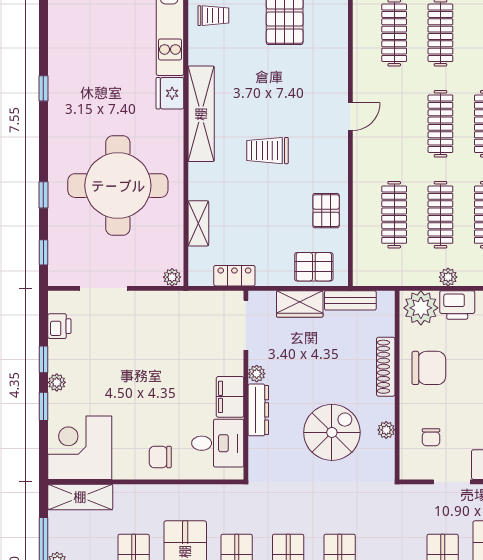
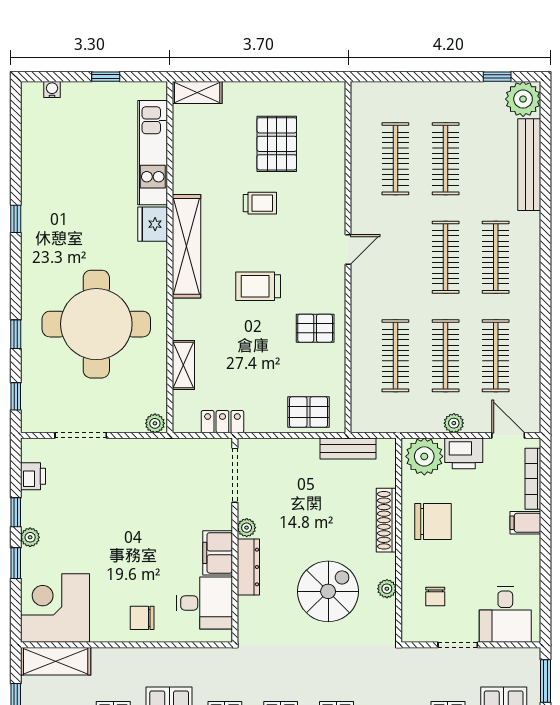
trolley: (213, 16) -> (260, 203), moved
pallet: (326, 211) -> (315, 328), moved, turned 90
wardrobe: (300, 304) -> (293, 452), removed

